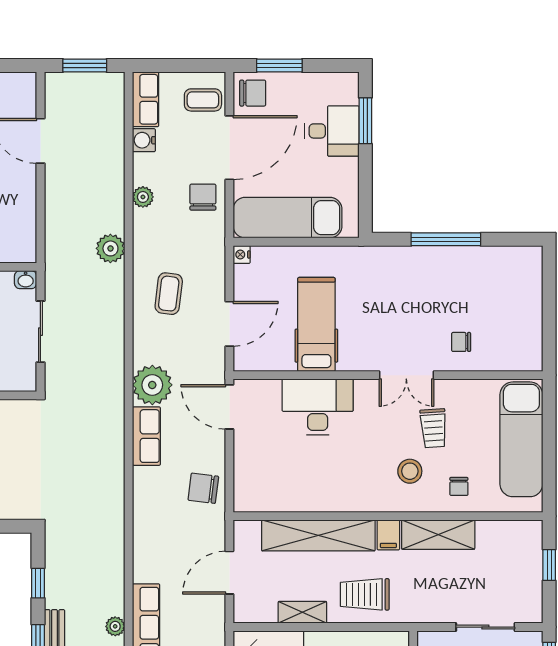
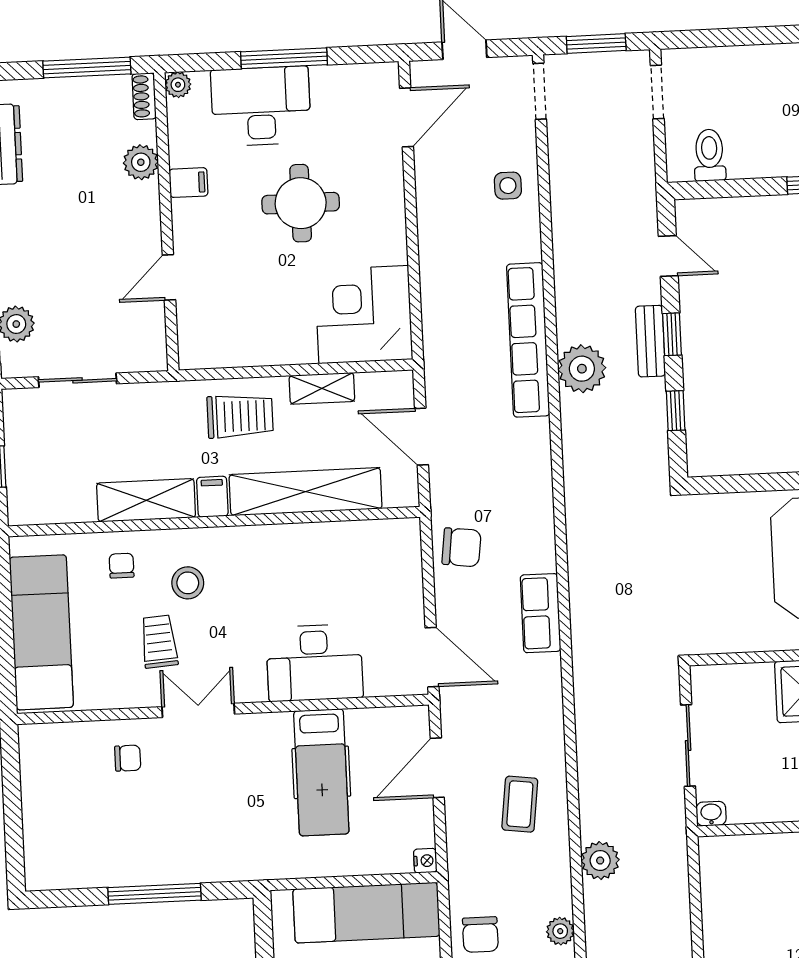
plant: (152, 385) -> (536, 681), removed
door: (229, 573) -> (422, 437), swing flipped
plant: (115, 626) -> (582, 369), width x1.88, depth x1.88

